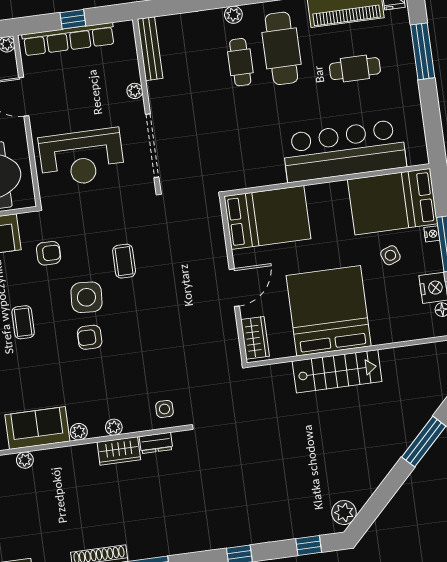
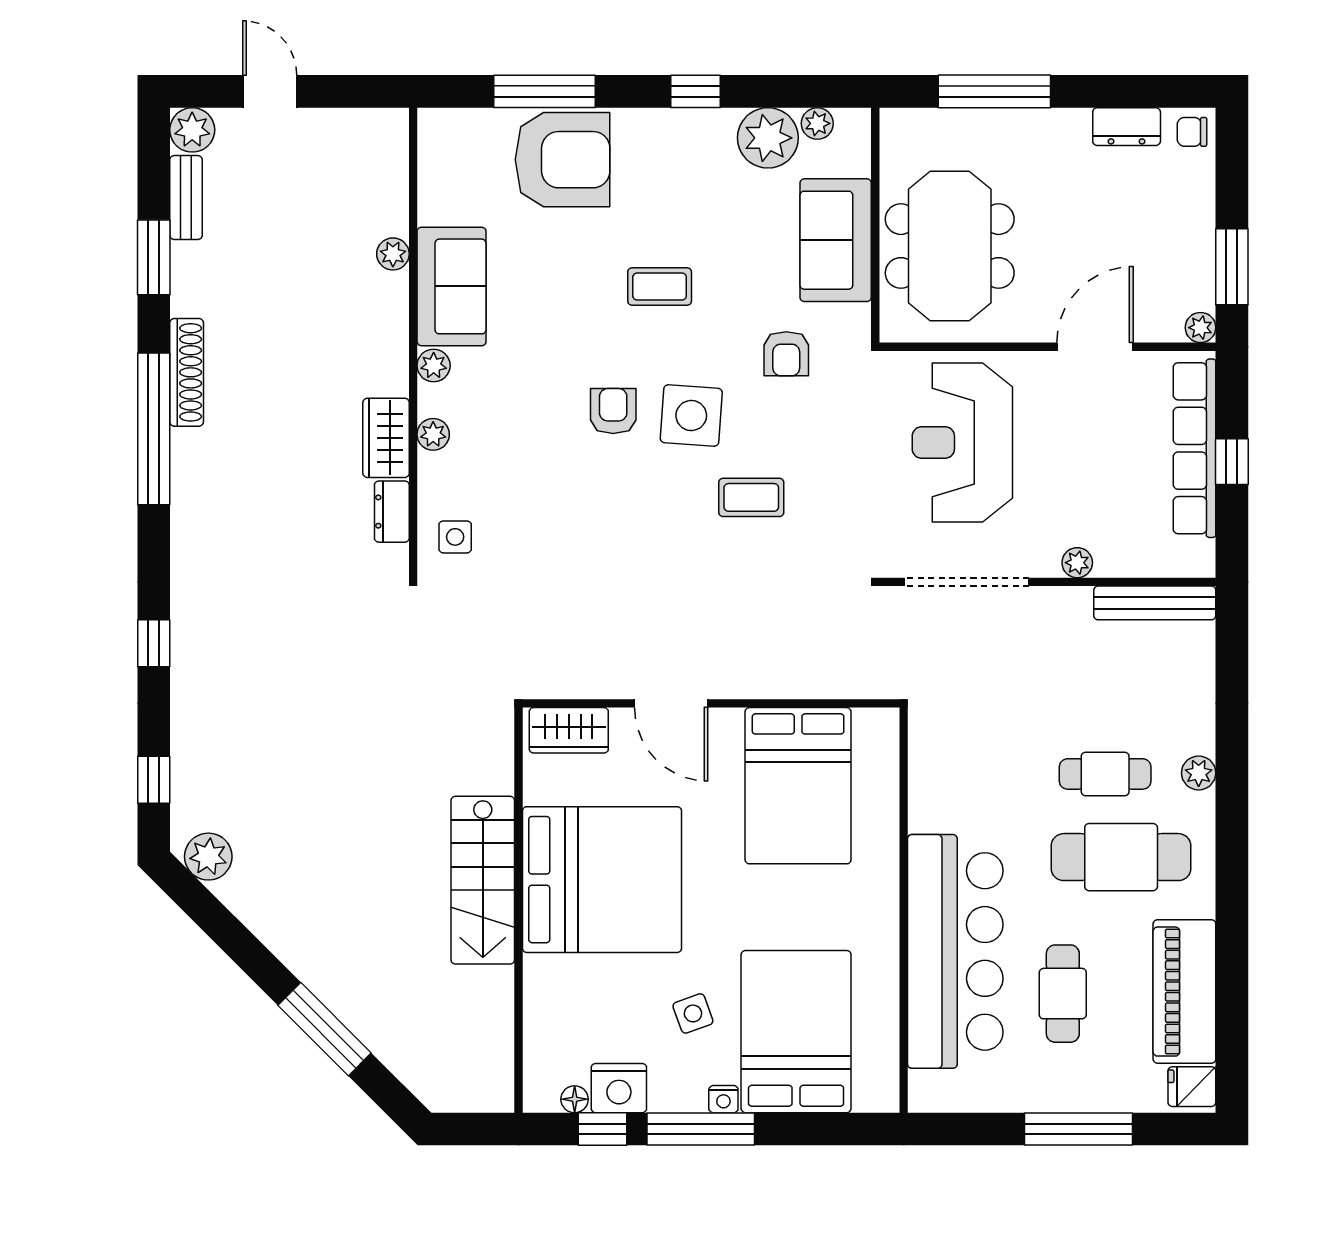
bar counter: (344, 151) -> (955, 951), moved
wall: (327, 180) -> (904, 910), moved

